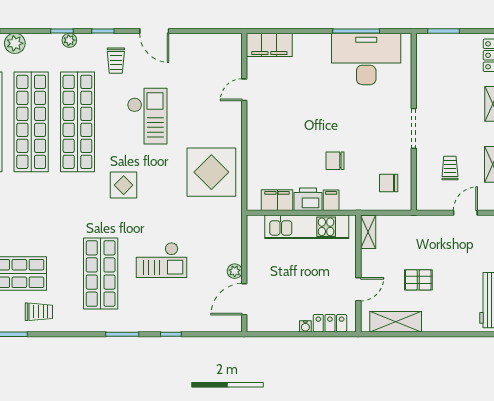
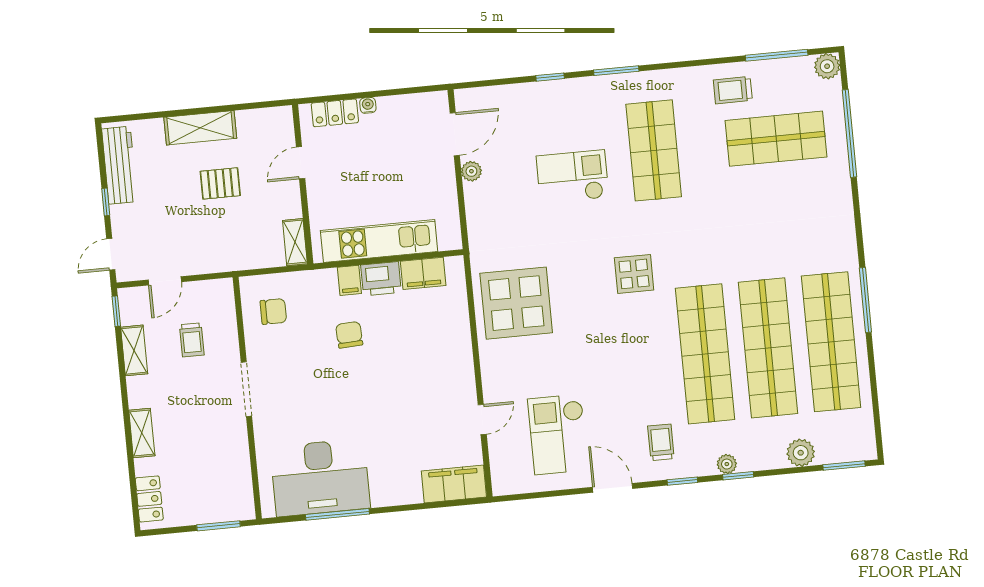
checkout: (147, 116) -> (558, 434), moved
chair: (335, 161) -> (349, 335), turned -93
shelving: (396, 322) -> (200, 128), moved

